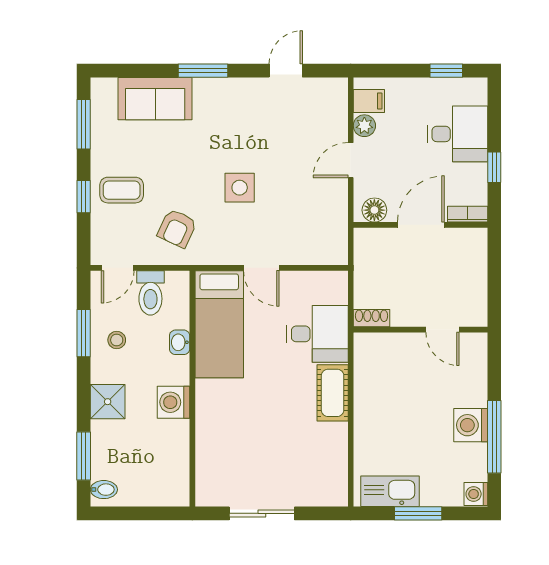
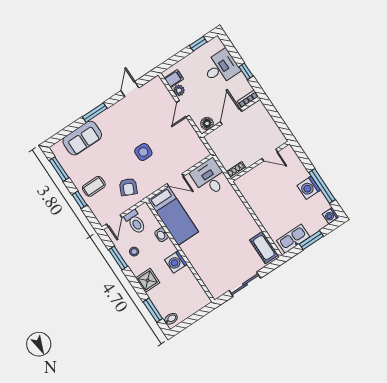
desk: (317, 334) -> (209, 178), moved, turned -90
cot: (333, 393) -> (264, 248), moved

